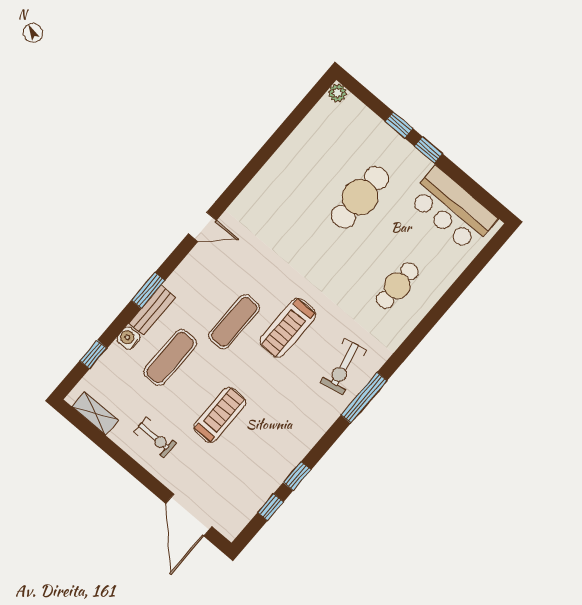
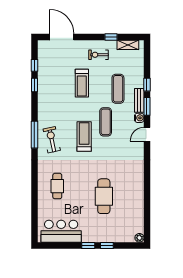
cafe table: (360, 197) -> (104, 196), moved
door: (202, 227) -> (147, 134), moved
water cooler: (128, 338) -> (139, 118), moved
window: (93, 354) -> (147, 85), moved
window: (111, 449) -> (111, 37), added

